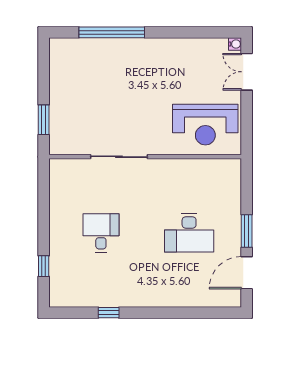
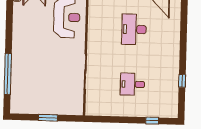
window: (44, 120) -> (48, 118), moved
desk: (189, 233) -> (134, 29), turned 180

